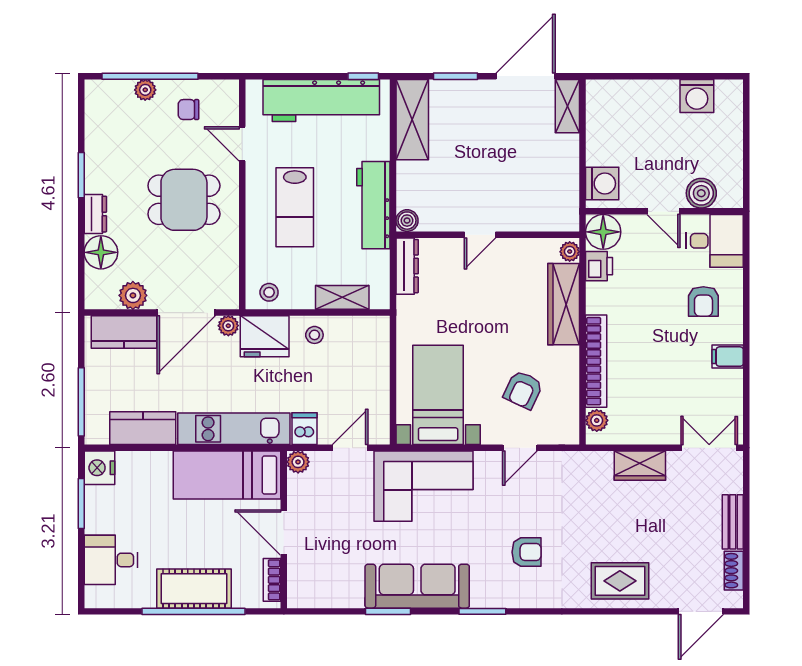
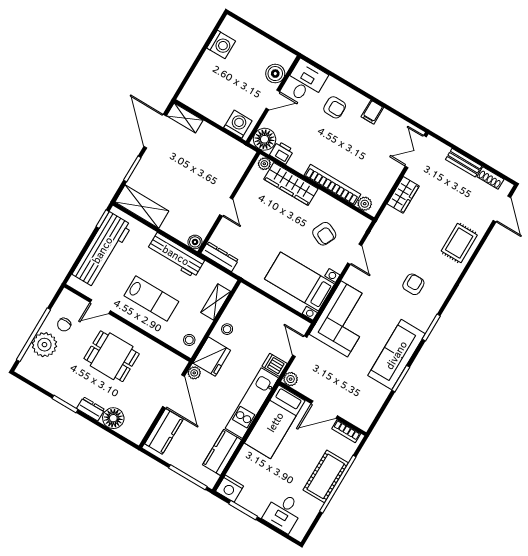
plant: (145, 90) -> (44, 345), width x1.87, depth x1.87
dining table: (184, 200) -> (112, 356), turned 90
plant: (133, 295) -> (147, 415), removed

